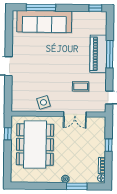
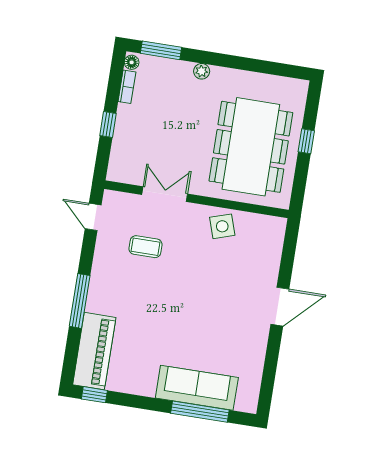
sofa: (44, 22) -> (197, 388), width x0.74, depth x0.79
piano: (98, 54) -> (94, 351), moved
window: (8, 134) -> (306, 141), moved
window: (77, 186) -> (161, 50), moved

